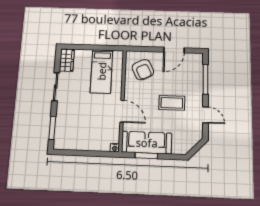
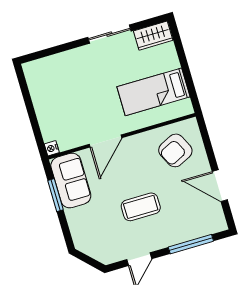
coffee table: (172, 103) -> (141, 207), turned 90
window: (52, 128) -> (50, 52), removed
sofa: (147, 143) -> (71, 181), width x0.73

